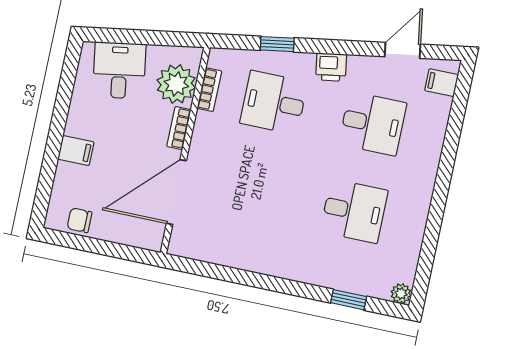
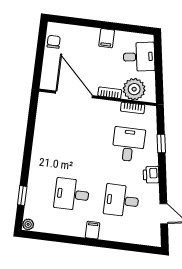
filing cabinet: (442, 83) -> (92, 230), moved
desk: (373, 124) -> (121, 201), turned 90
filing cabinet: (76, 151) -> (107, 38), moved
desk: (354, 211) -> (72, 194), turned 90

